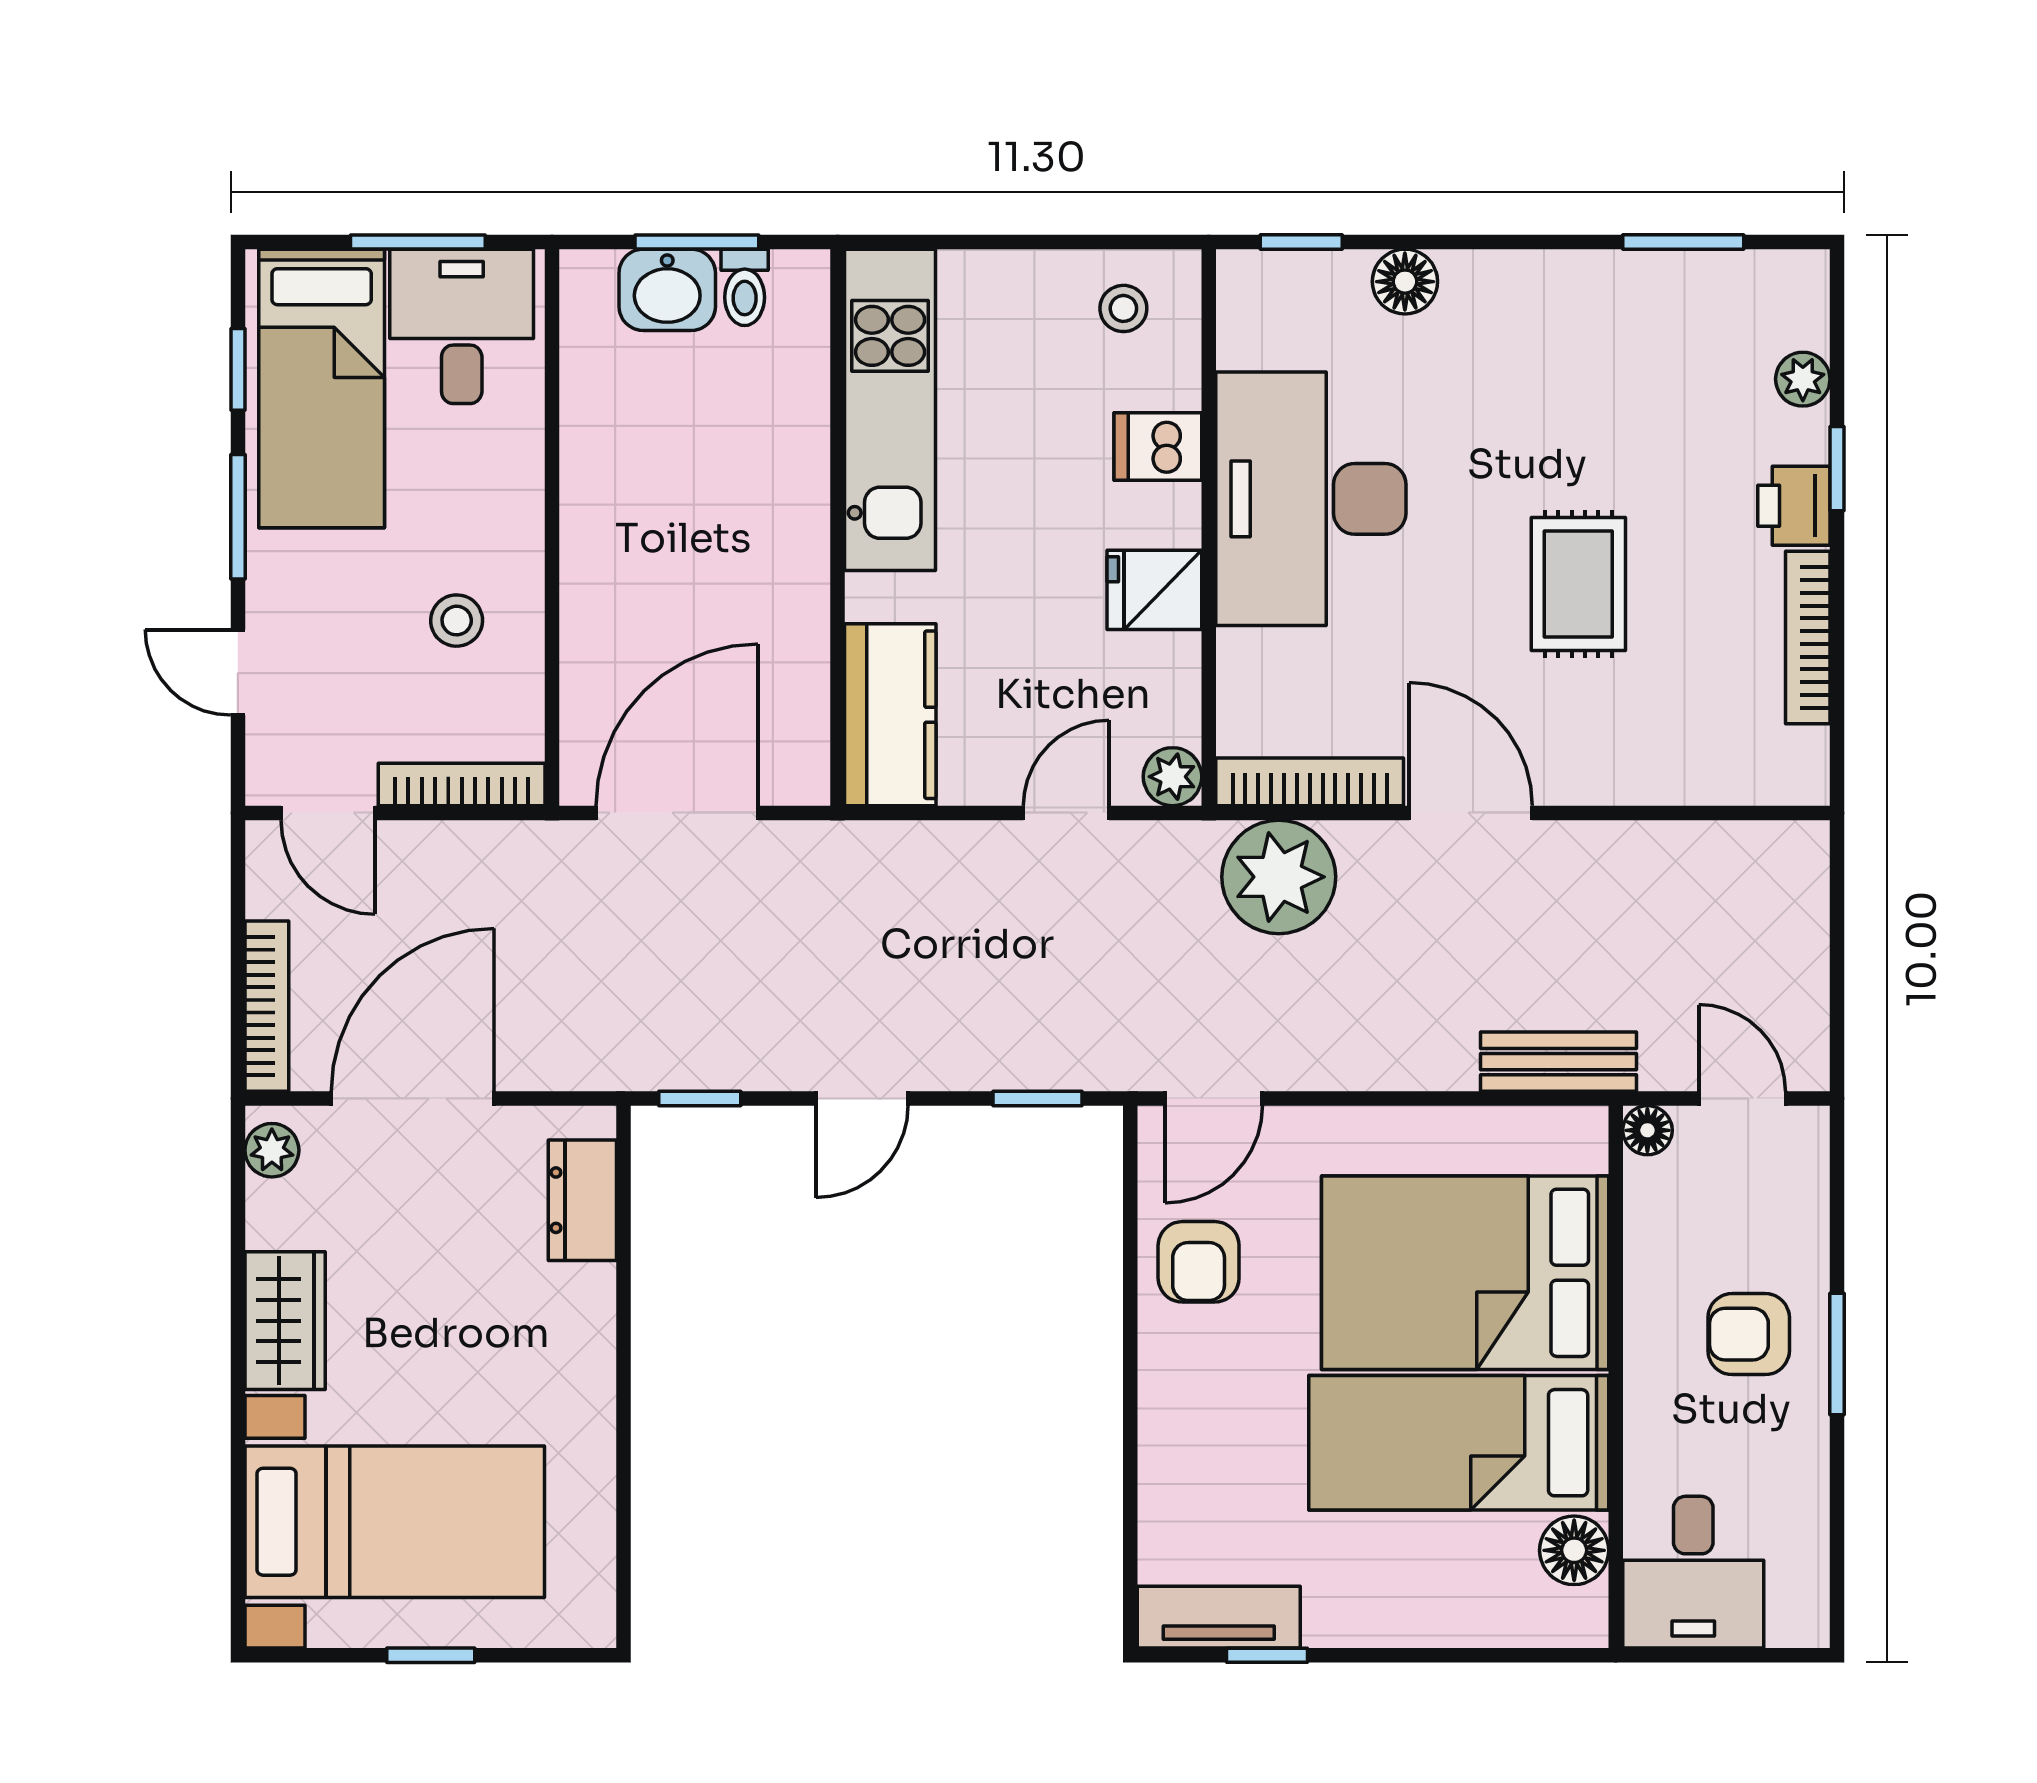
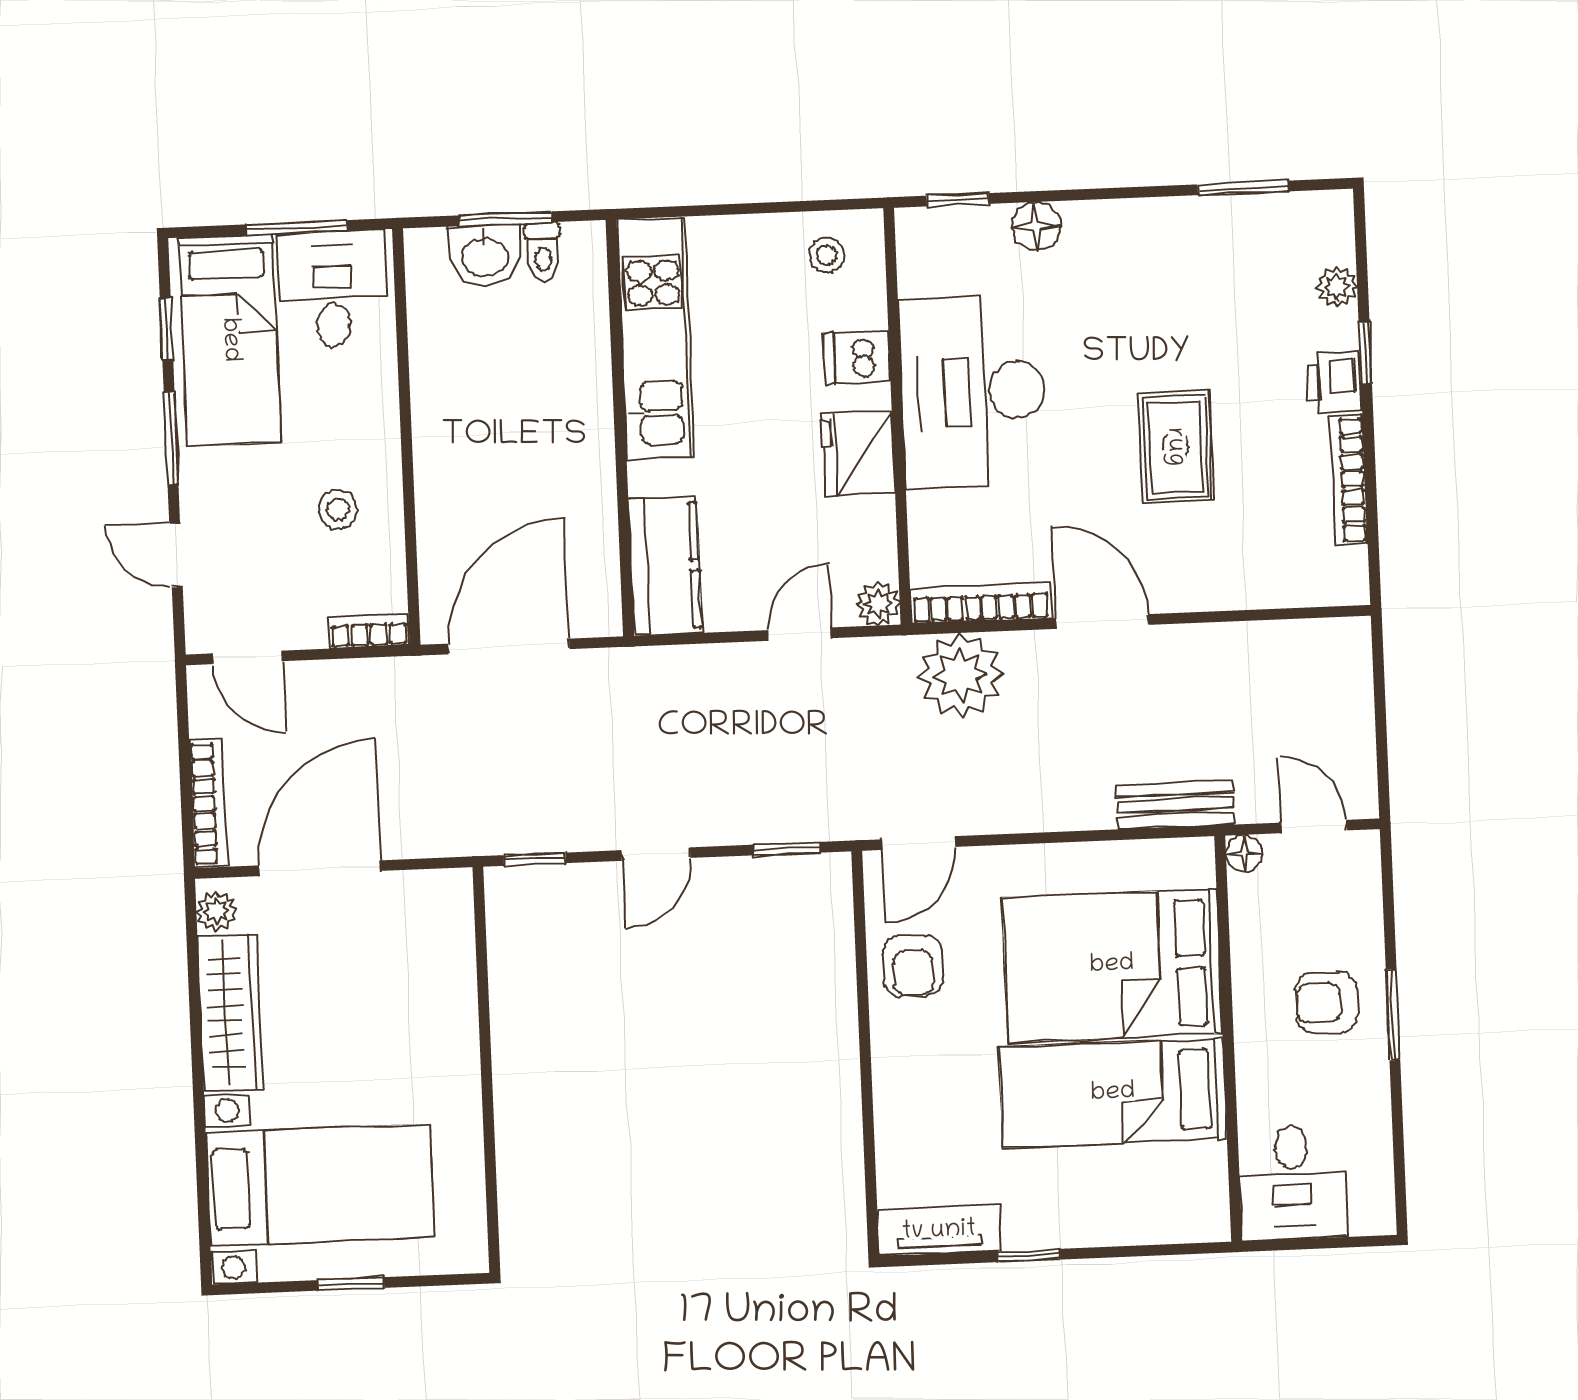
fridge: (1154, 590) -> (858, 453), width x1.38
bookcase: (462, 785) -> (369, 631), width x0.64
dresser: (582, 1200) -> (450, 939), removed
wardrobe: (285, 1321) -> (230, 1012), width x1.50
floor lamp: (1574, 1550) -> (1203, 1170), removed
window: (1267, 1655) -> (1028, 1256), moved

